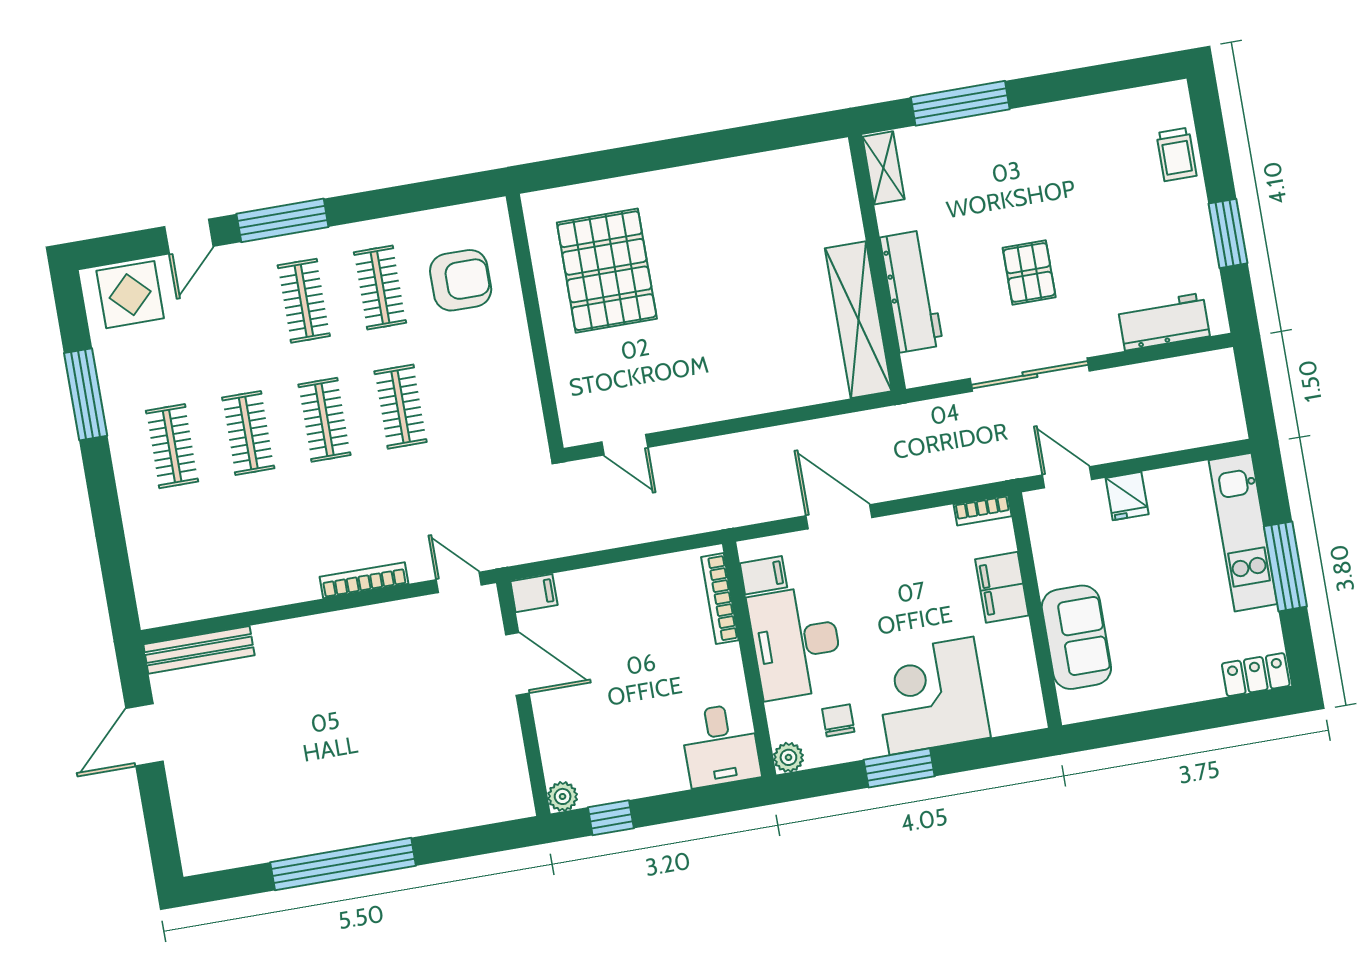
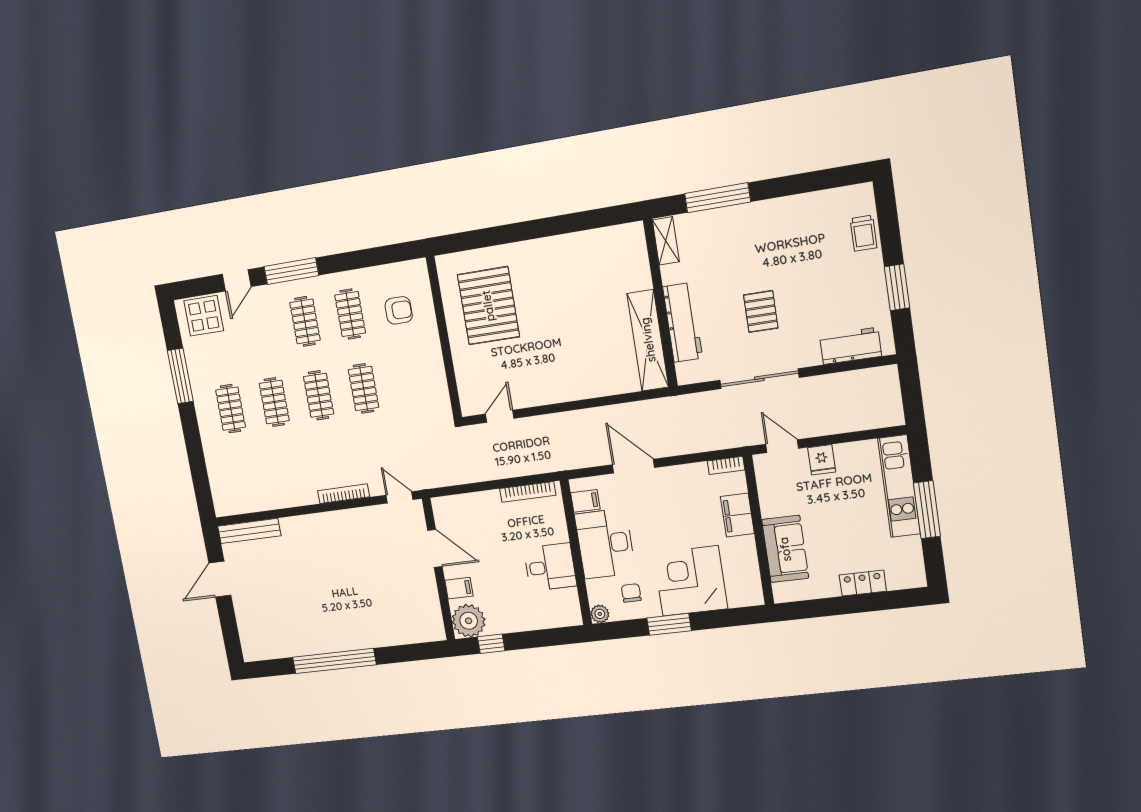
armchair: (461, 280) -> (399, 310), width x0.72, depth x0.72
door: (625, 445) -> (500, 416), swing flipped
filing cabinet: (534, 593) -> (459, 588), moved
bookcase: (720, 599) -> (528, 492), moved, turned -90
locker: (1256, 675) -> (863, 583), moved
desk: (720, 745) -> (550, 567), moved, turned -90
plant: (563, 796) -> (469, 621), width x1.88, depth x1.88

